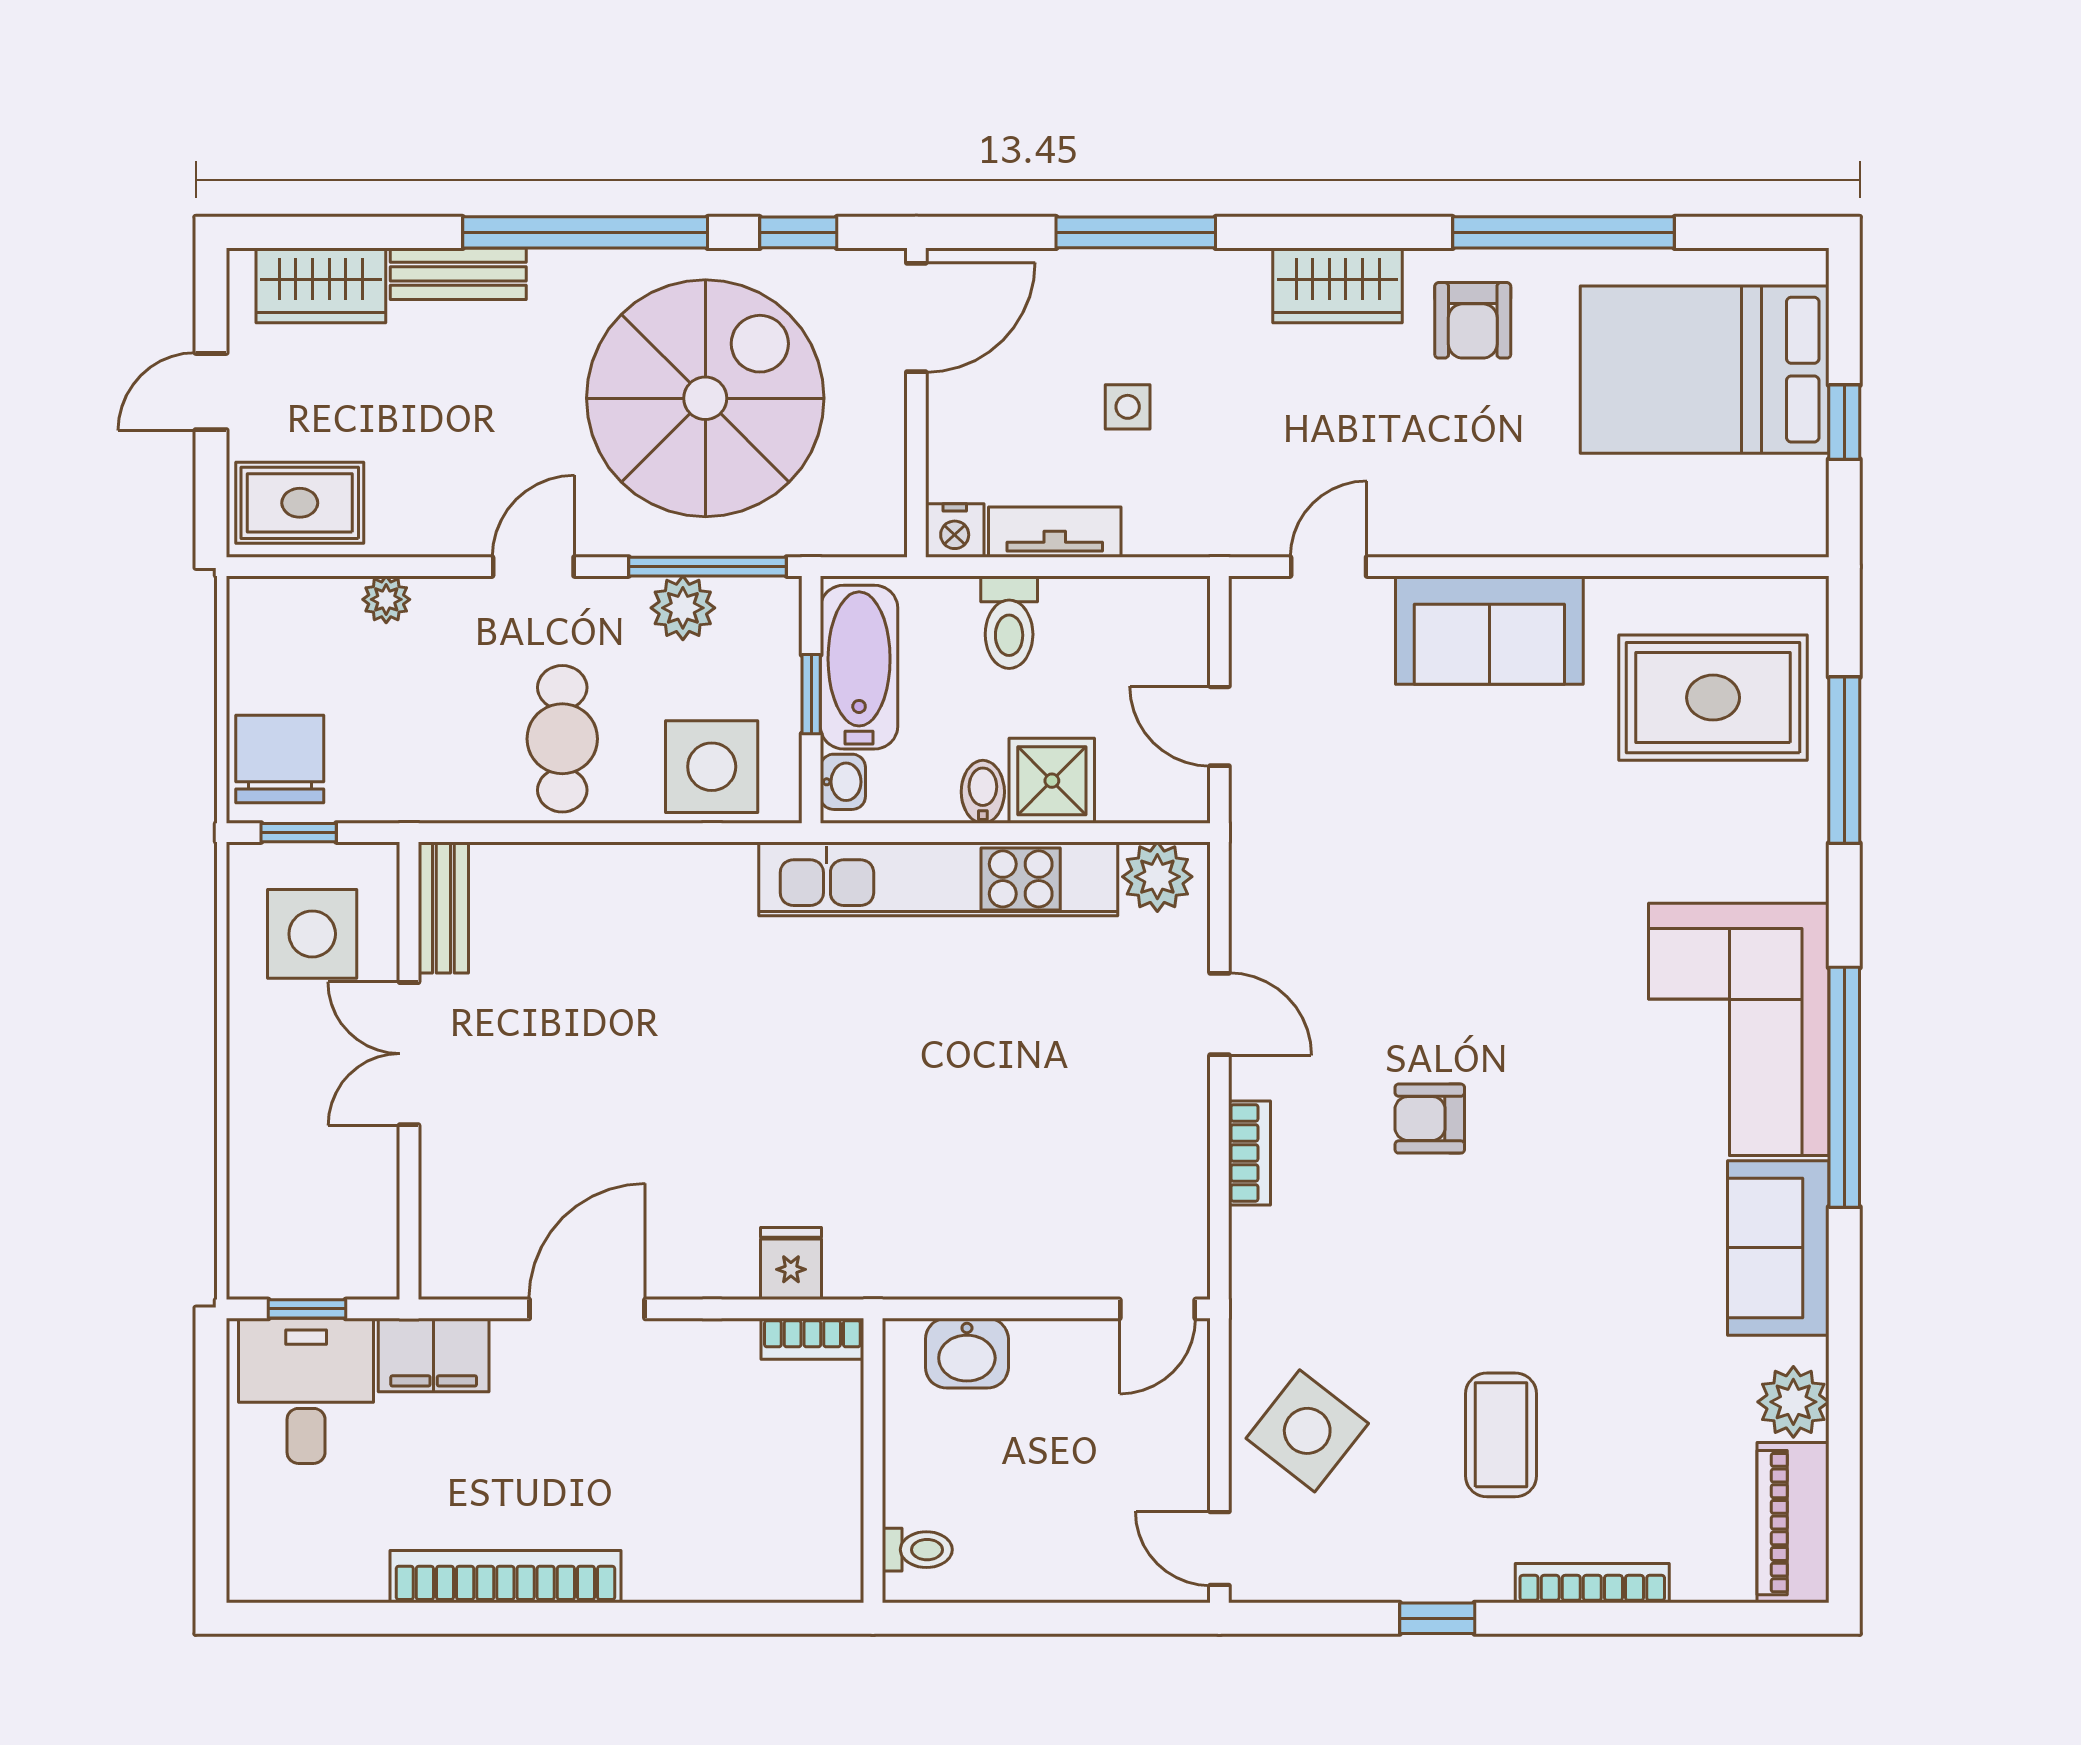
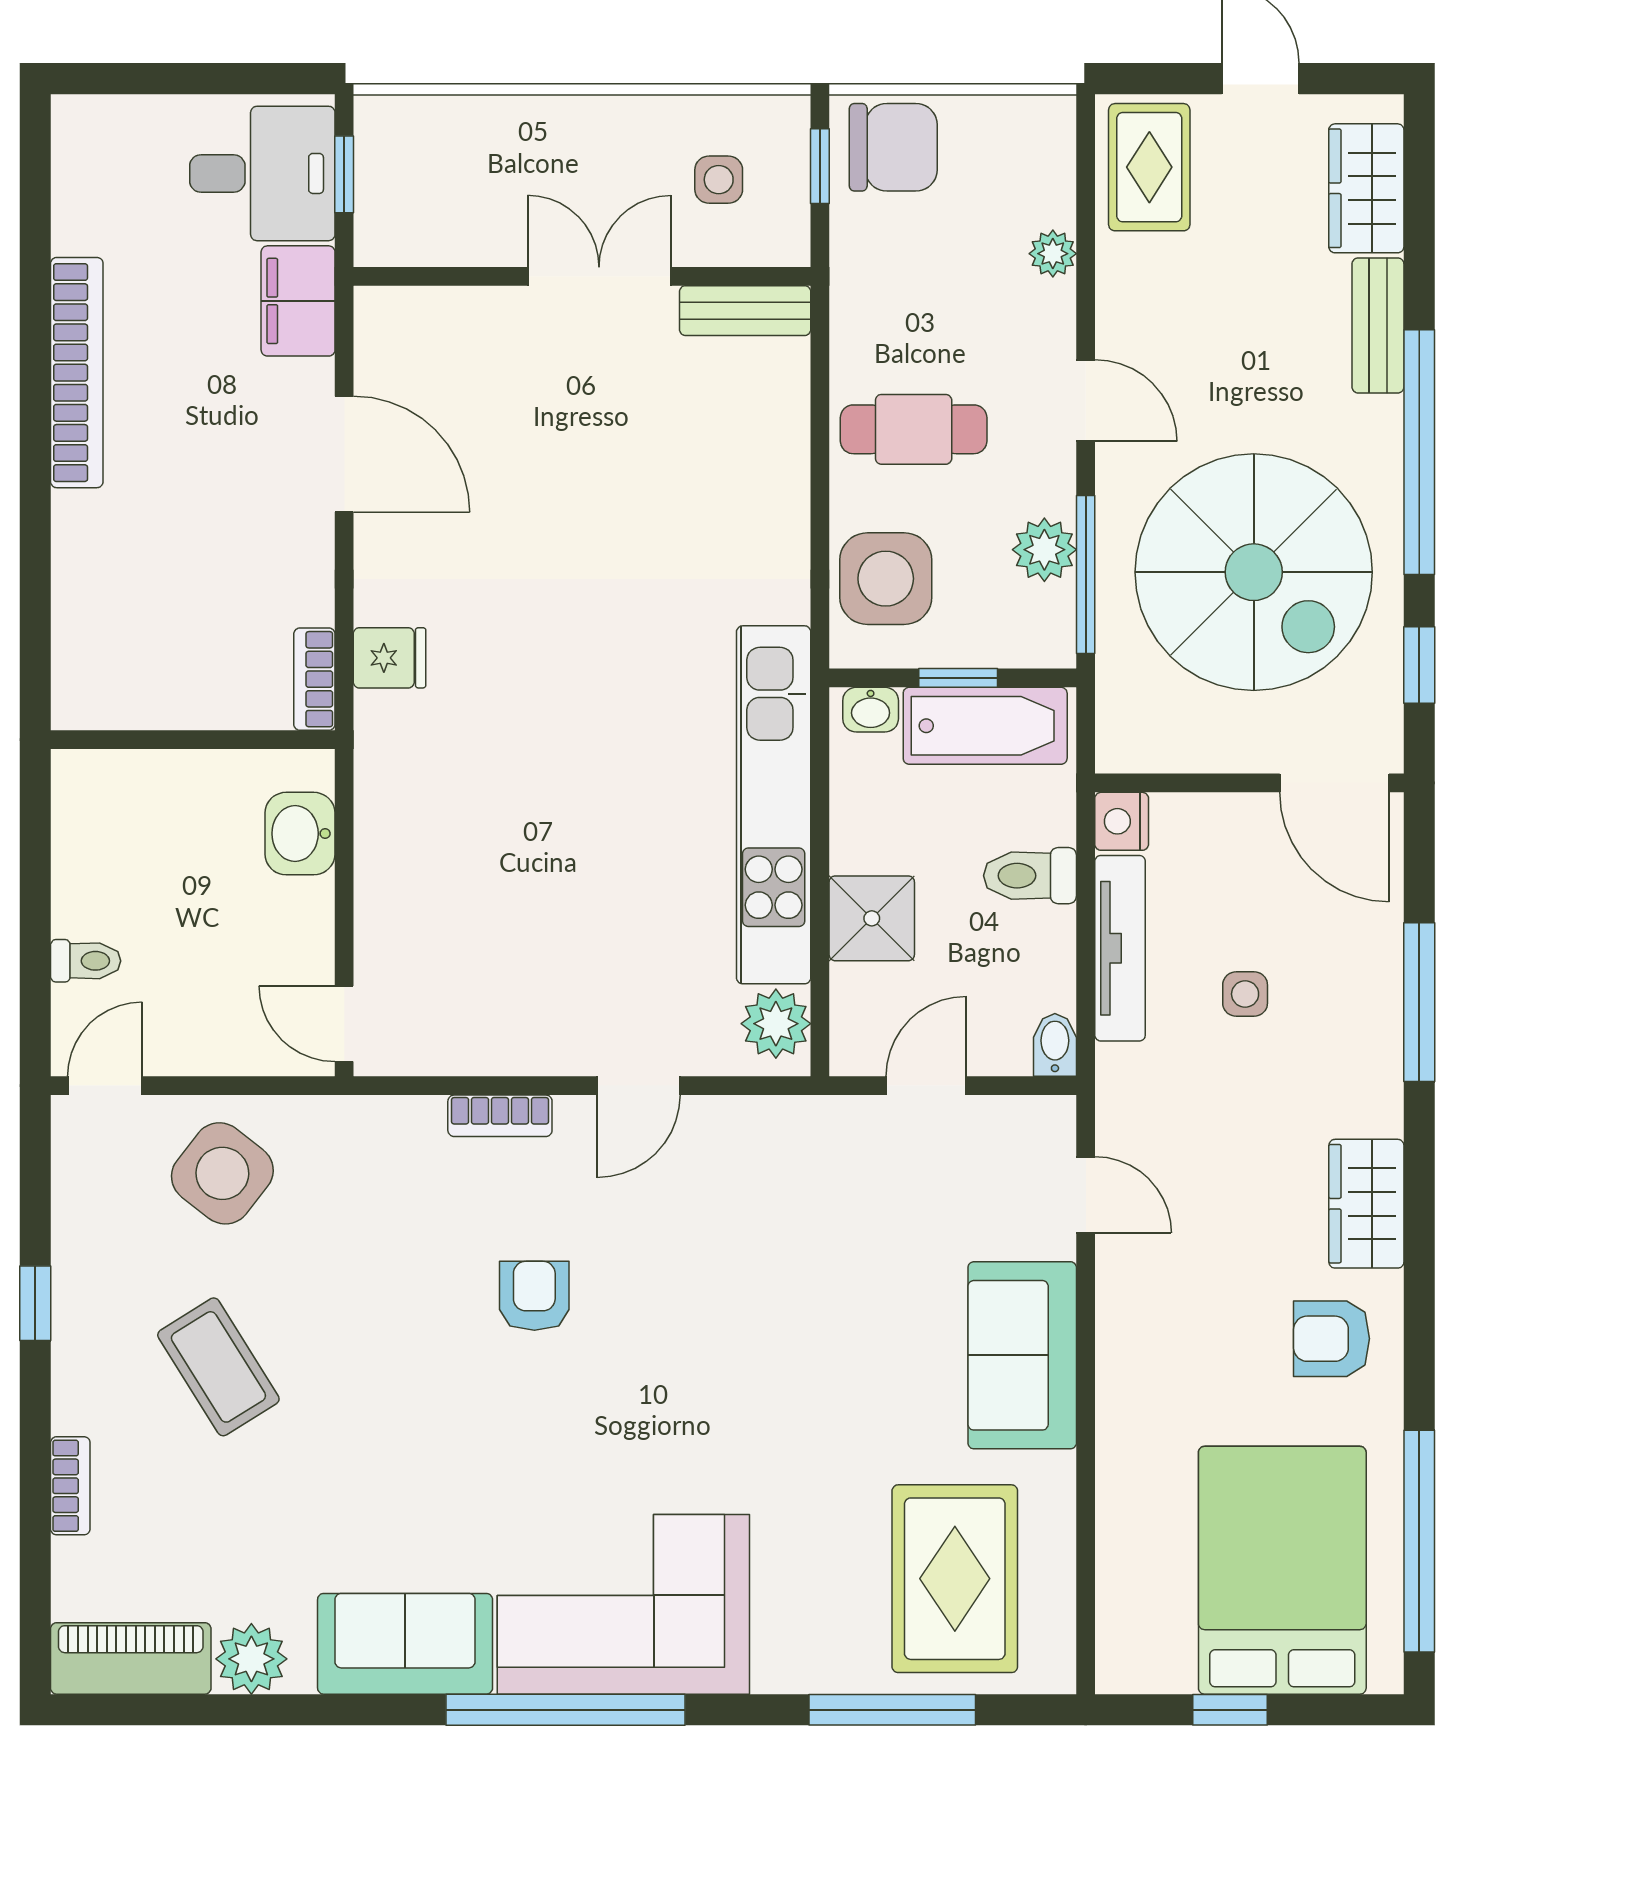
window: (1564, 232) -> (1419, 1541), moved
tv unit: (1055, 532) -> (1120, 948), width x1.41
bidet: (983, 792) -> (1055, 1045), moved, turned -90
side table: (312, 934) -> (719, 180), width x0.54, depth x0.54
coffee table: (1501, 1435) -> (218, 1367), turned 58
toilet: (917, 1550) -> (86, 961), moved, turned -90
bookcase: (1592, 1583) -> (70, 1486), width x0.64

